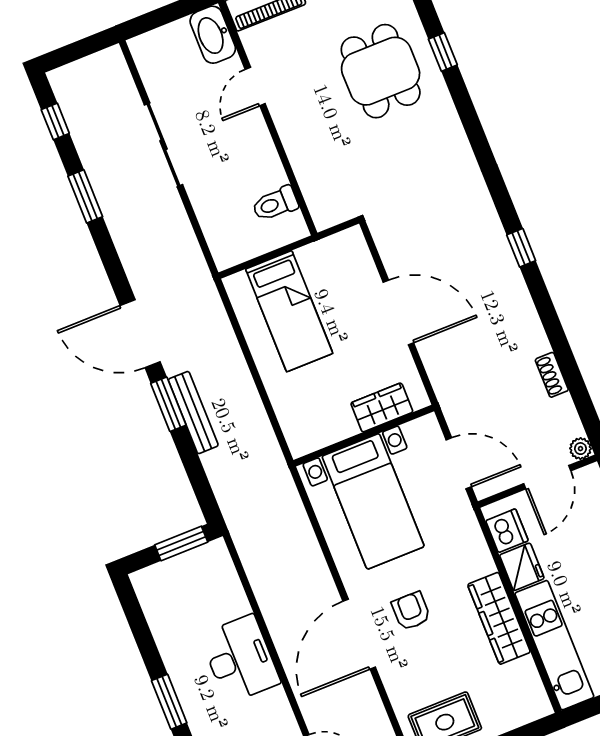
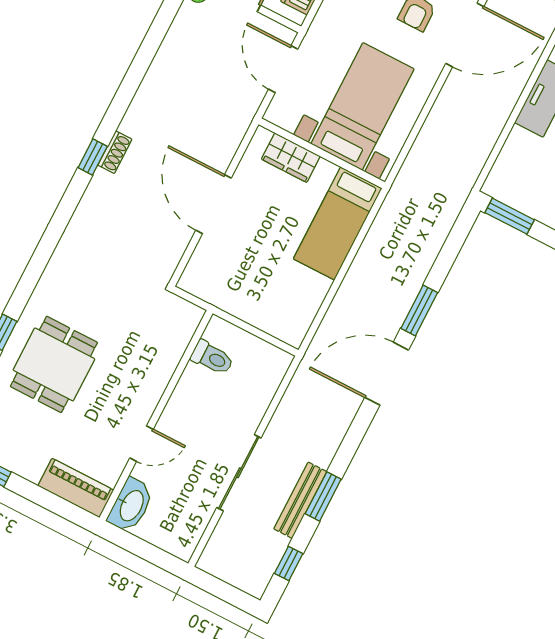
bed: (289, 311) -> (338, 223), moved, turned 180
door: (140, 334) -> (387, 374), swing flipped
shoe rack: (552, 375) -> (115, 152), moved
bench: (193, 413) -> (300, 500), moved

